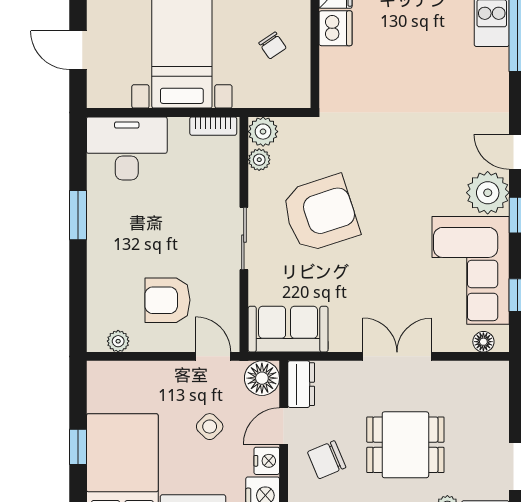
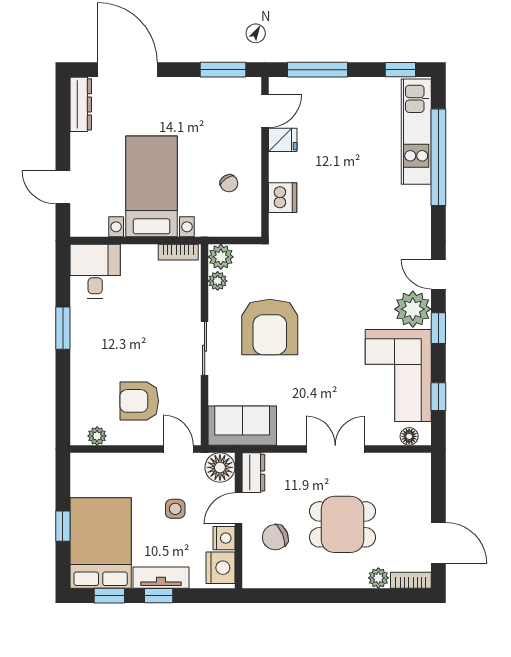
dishwasher: (335, 28) -> (283, 198), moved
desk: (127, 148) -> (95, 271), width x0.73
armchair: (320, 214) -> (270, 327), turned 108
side table: (210, 427) -> (175, 509), turned 45

